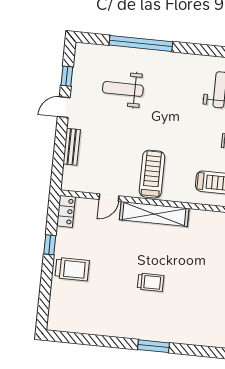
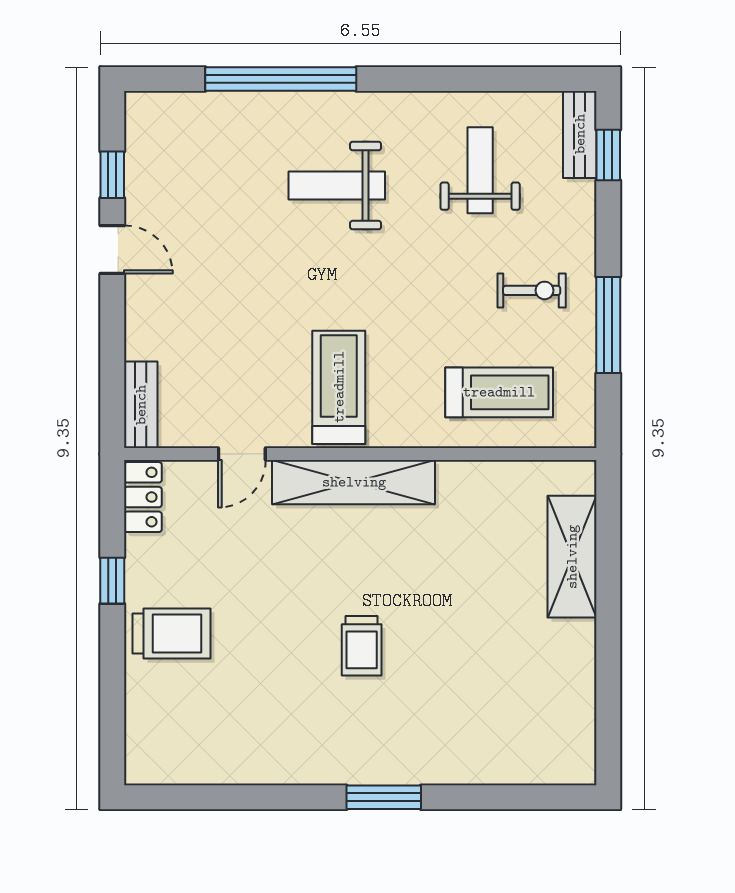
weight bench: (123, 89) -> (337, 186), moved
door: (64, 107) -> (112, 249), swing flipped
bench: (72, 147) -> (141, 405), moved
trolley: (151, 282) -> (362, 646), turned 90

